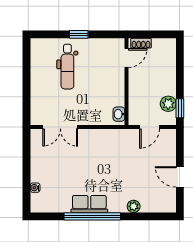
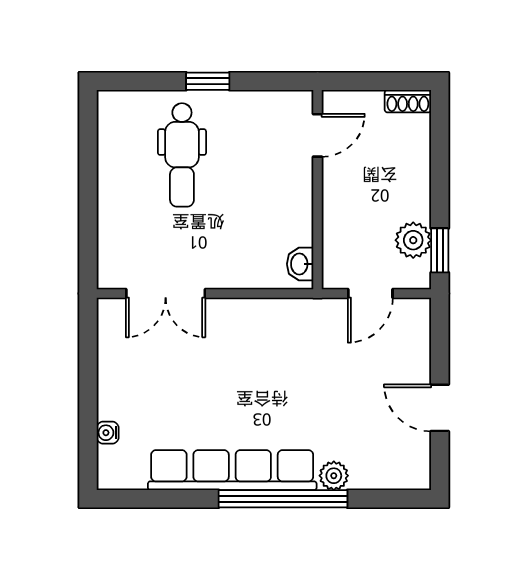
shoe rack: (141, 43) -> (408, 101), moved
row of seats: (89, 204) -> (232, 470), width x2.02
window: (92, 216) -> (283, 499), moved

